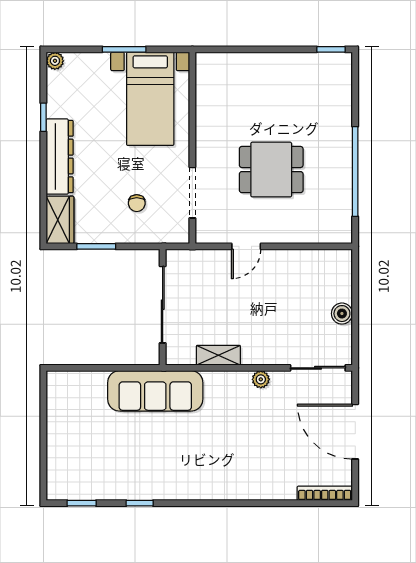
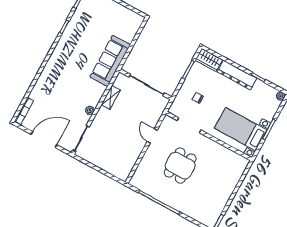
boiler: (342, 314) -> (99, 162), removed

